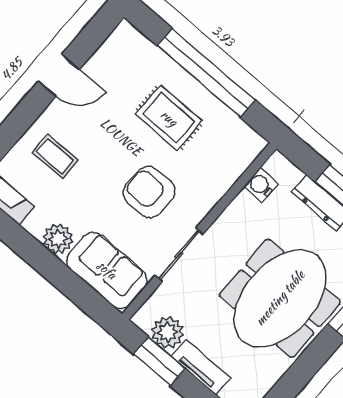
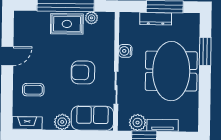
rug: (169, 118) -> (67, 24), moved
plant: (229, 123) -> (92, 18), added
water cooler: (261, 185) -> (125, 51), moved

